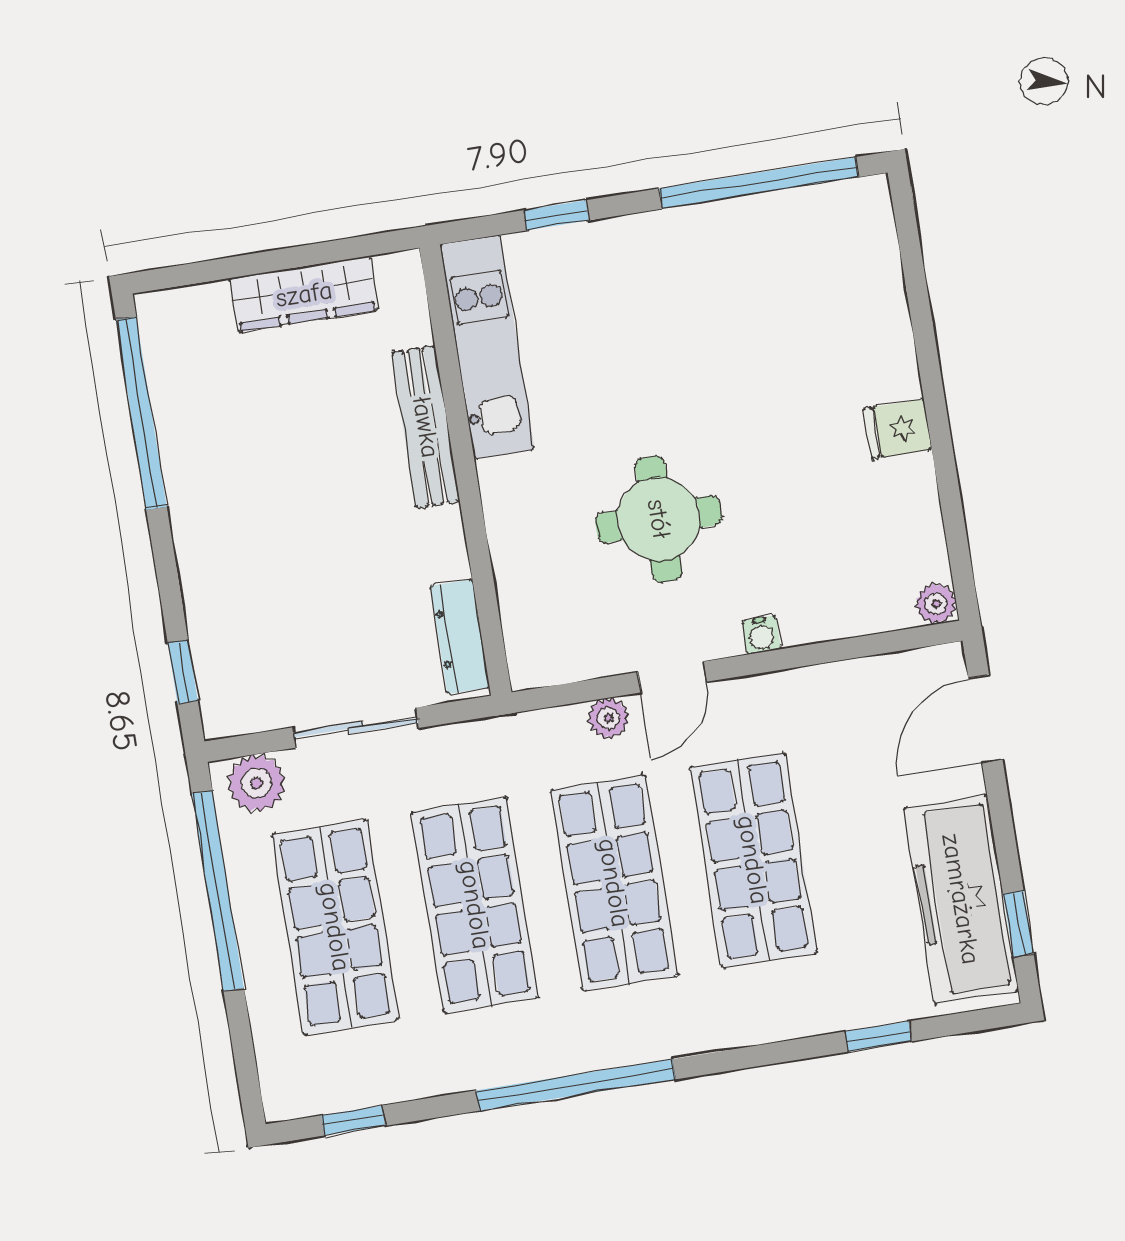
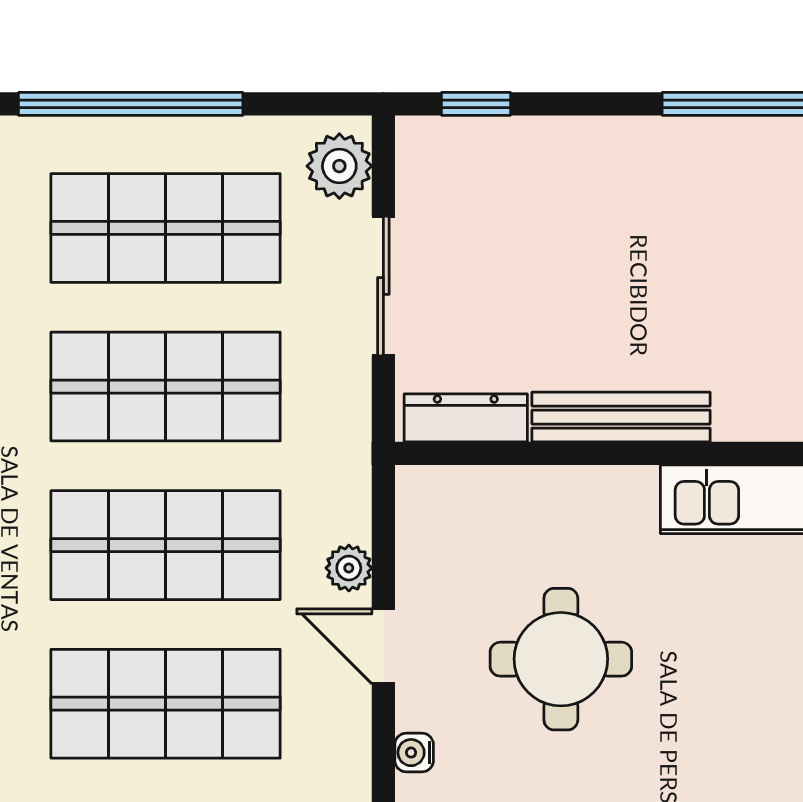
bench: (426, 427) -> (621, 417), moved
window: (218, 891) -> (131, 104), moved

